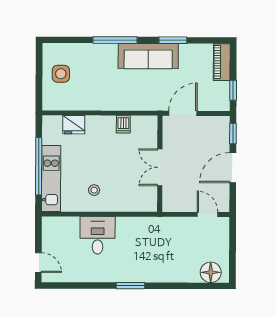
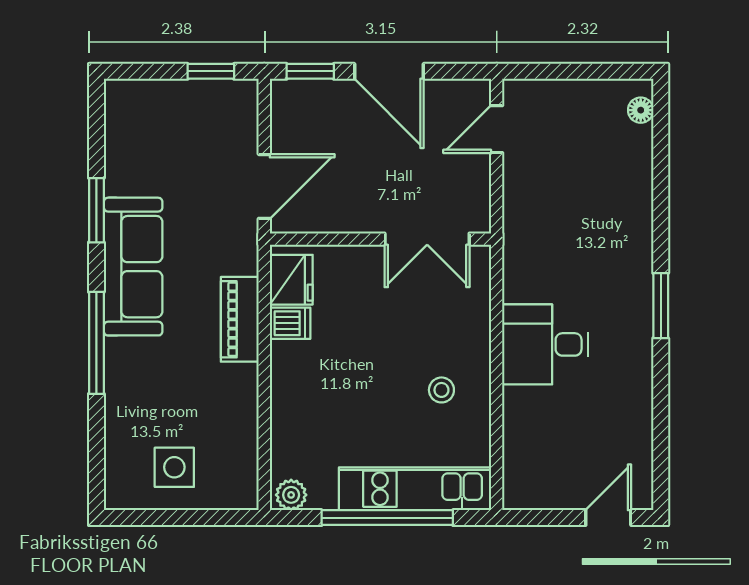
piano: (222, 62) -> (240, 319), moved, turned 90
door: (183, 113) -> (264, 186), swing flipped
plant: (49, 125) -> (291, 495), added
fridge: (74, 125) -> (291, 280), moved
double door: (160, 167) -> (427, 239), moved
desk: (98, 235) -> (545, 344), moved
floor lamp: (211, 272) -> (641, 110), width x0.53, depth x0.53

